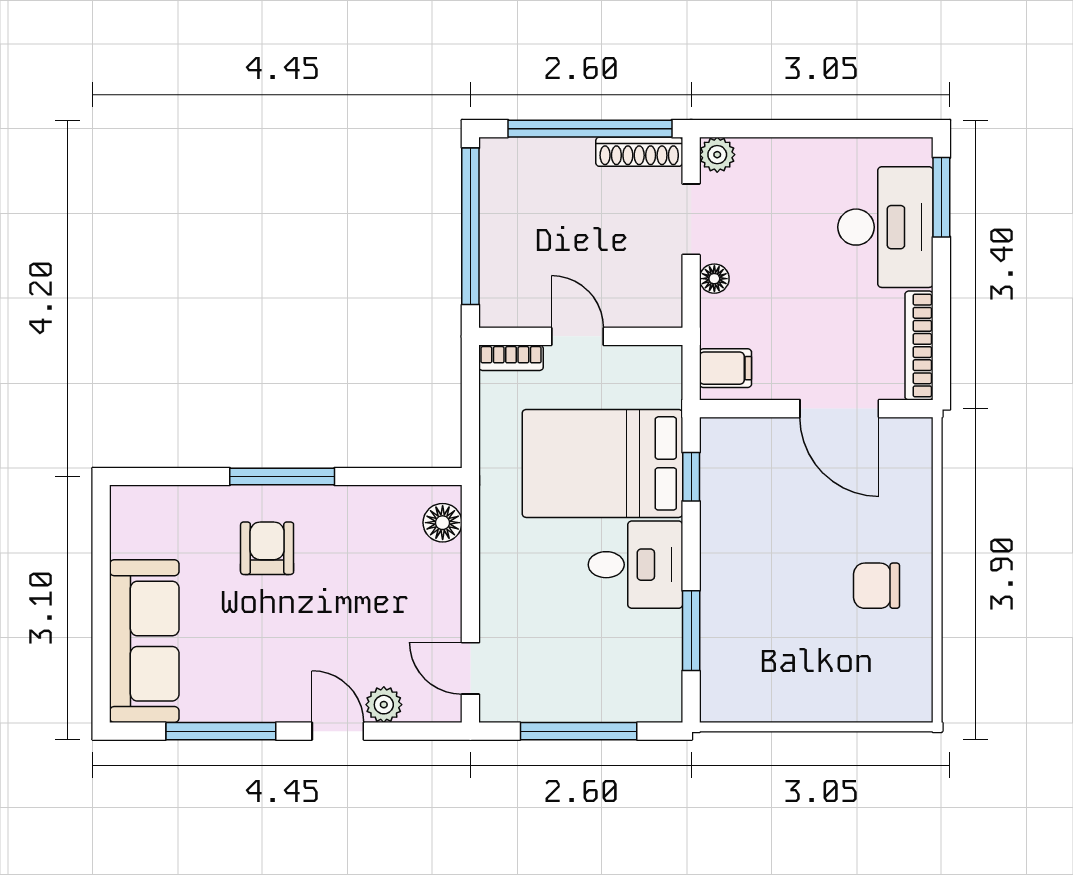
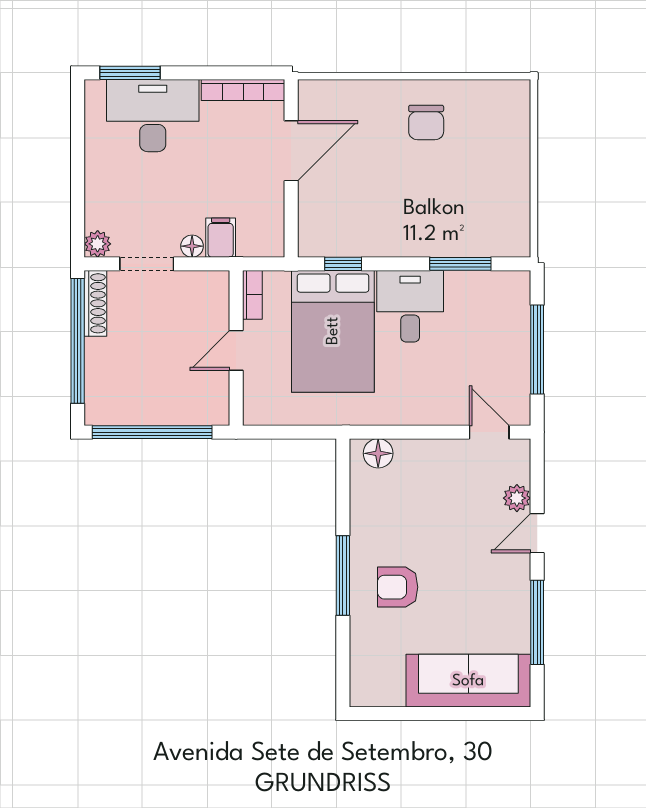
bookcase: (511, 358) -> (252, 295), moved
filing cabinet: (726, 368) -> (221, 238), moved
door: (470, 668) -> (489, 432), swing flipped

